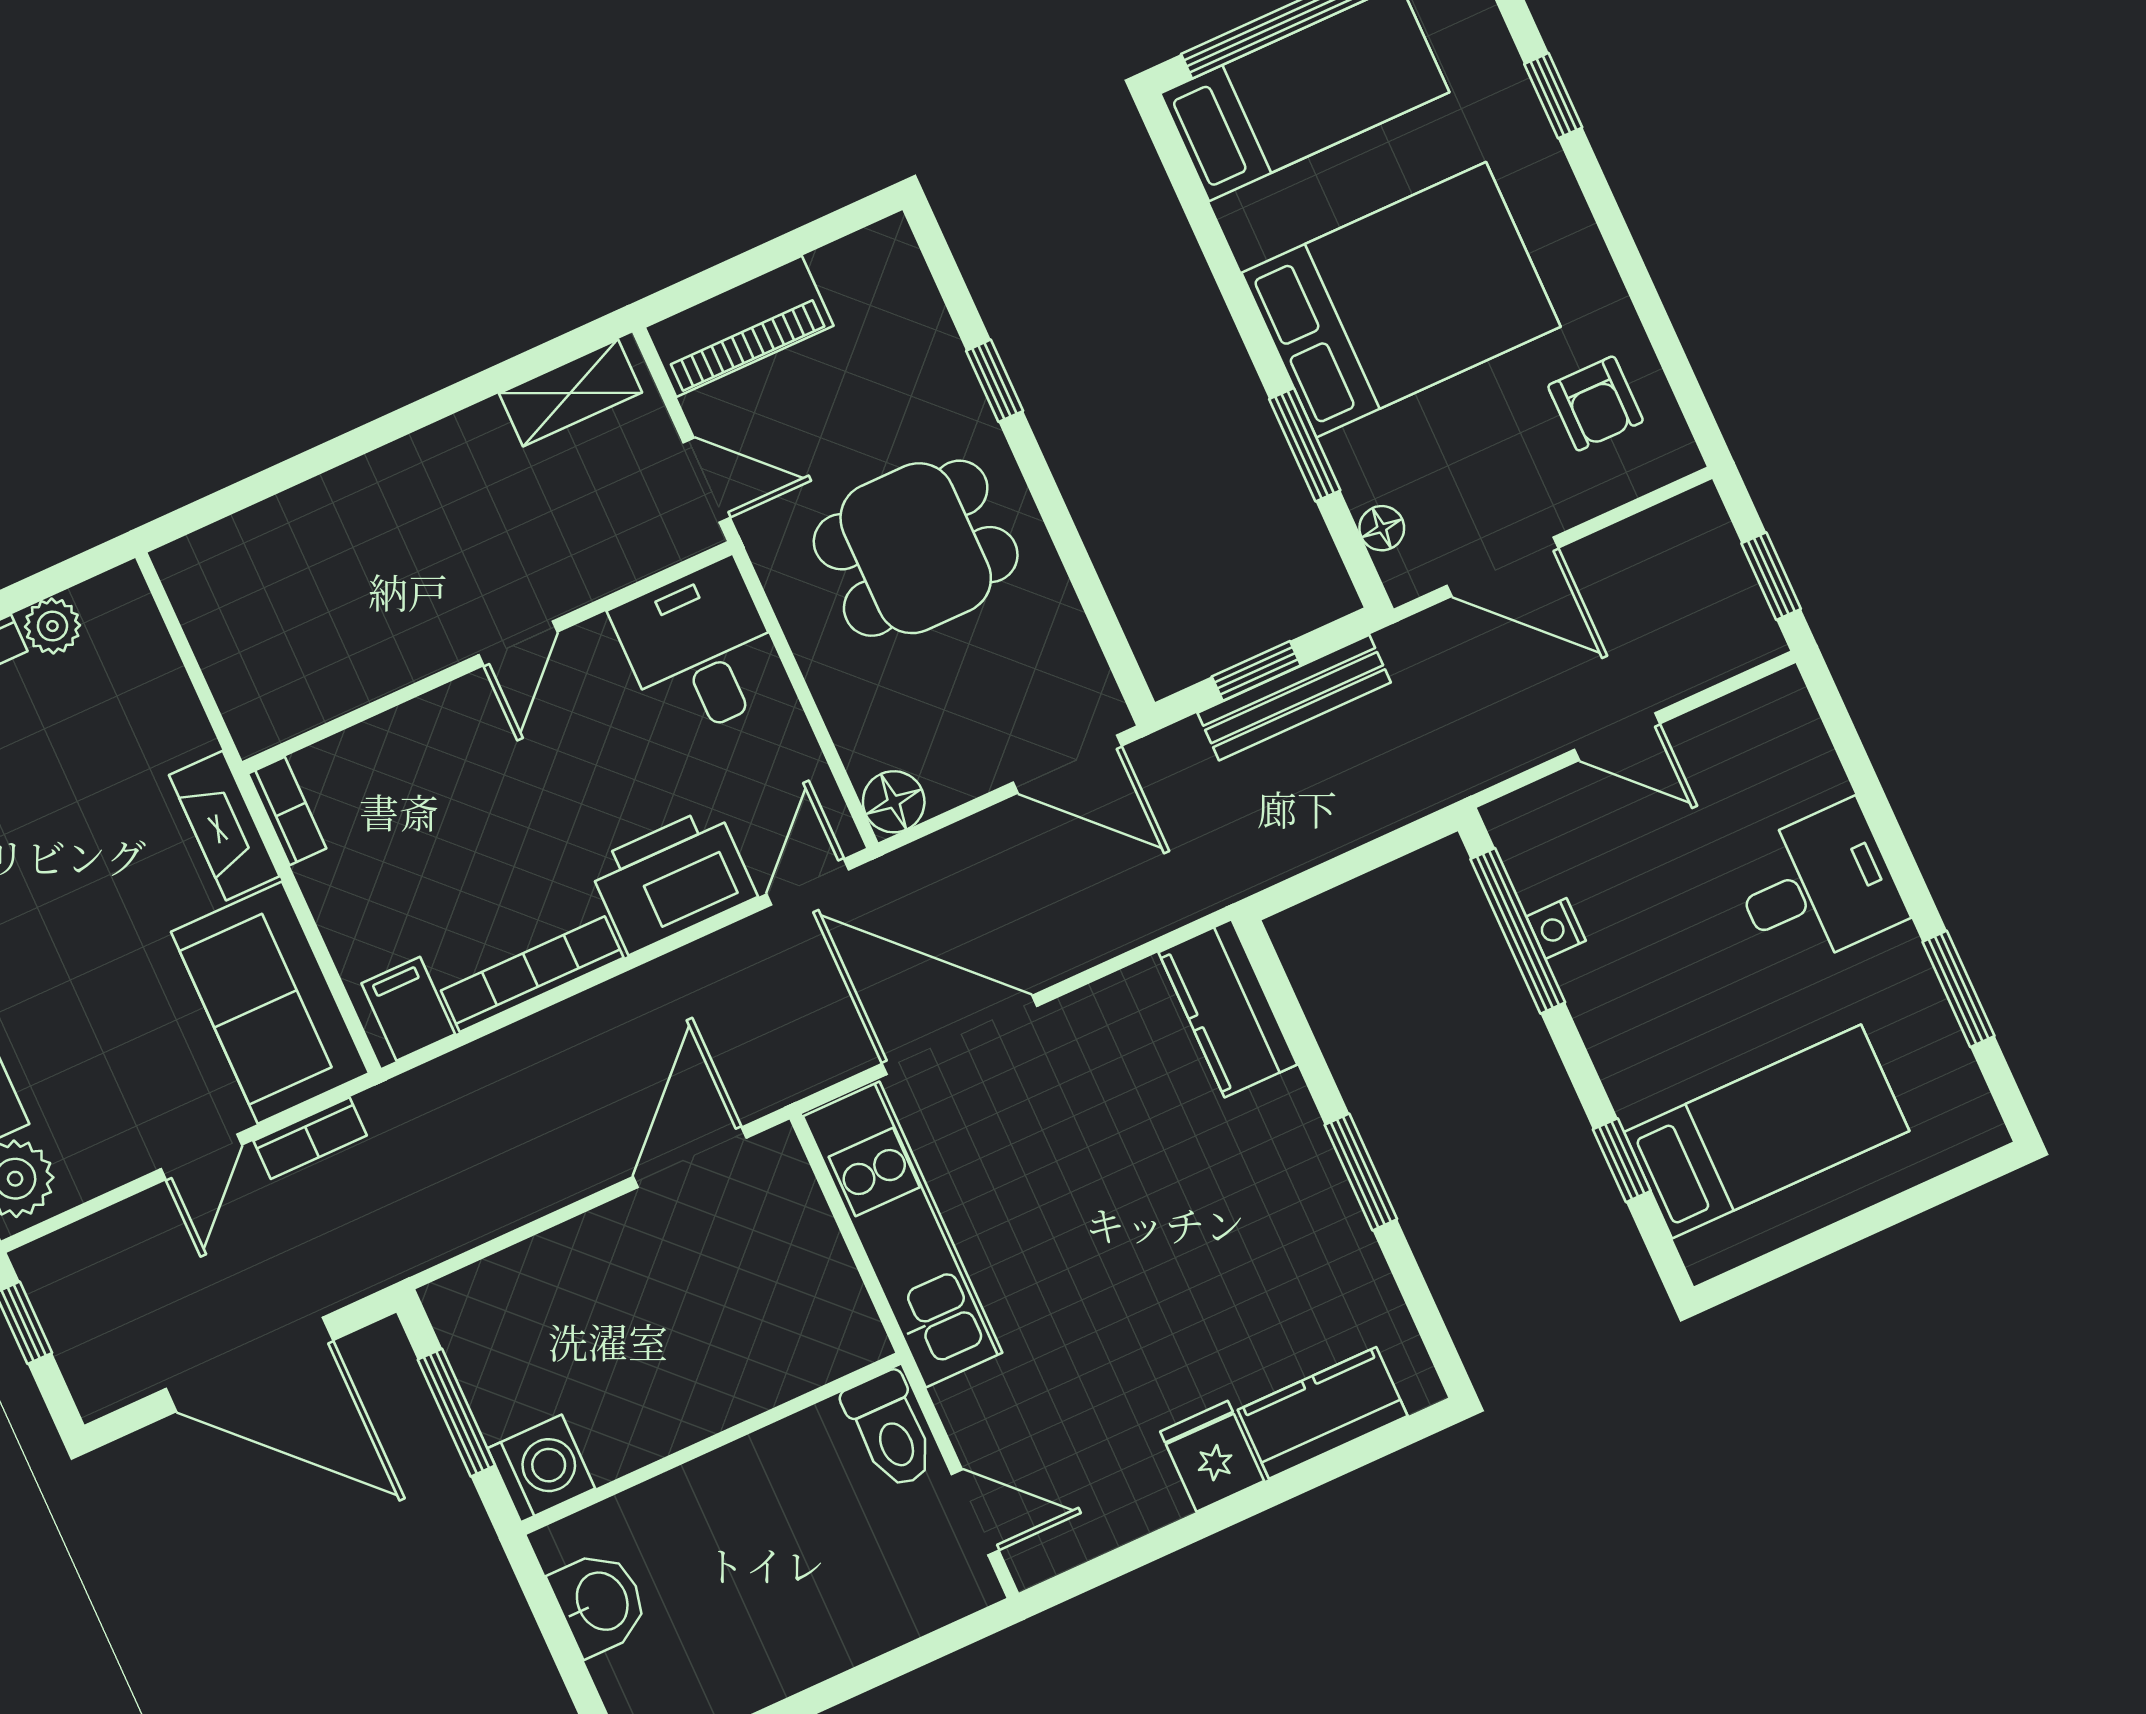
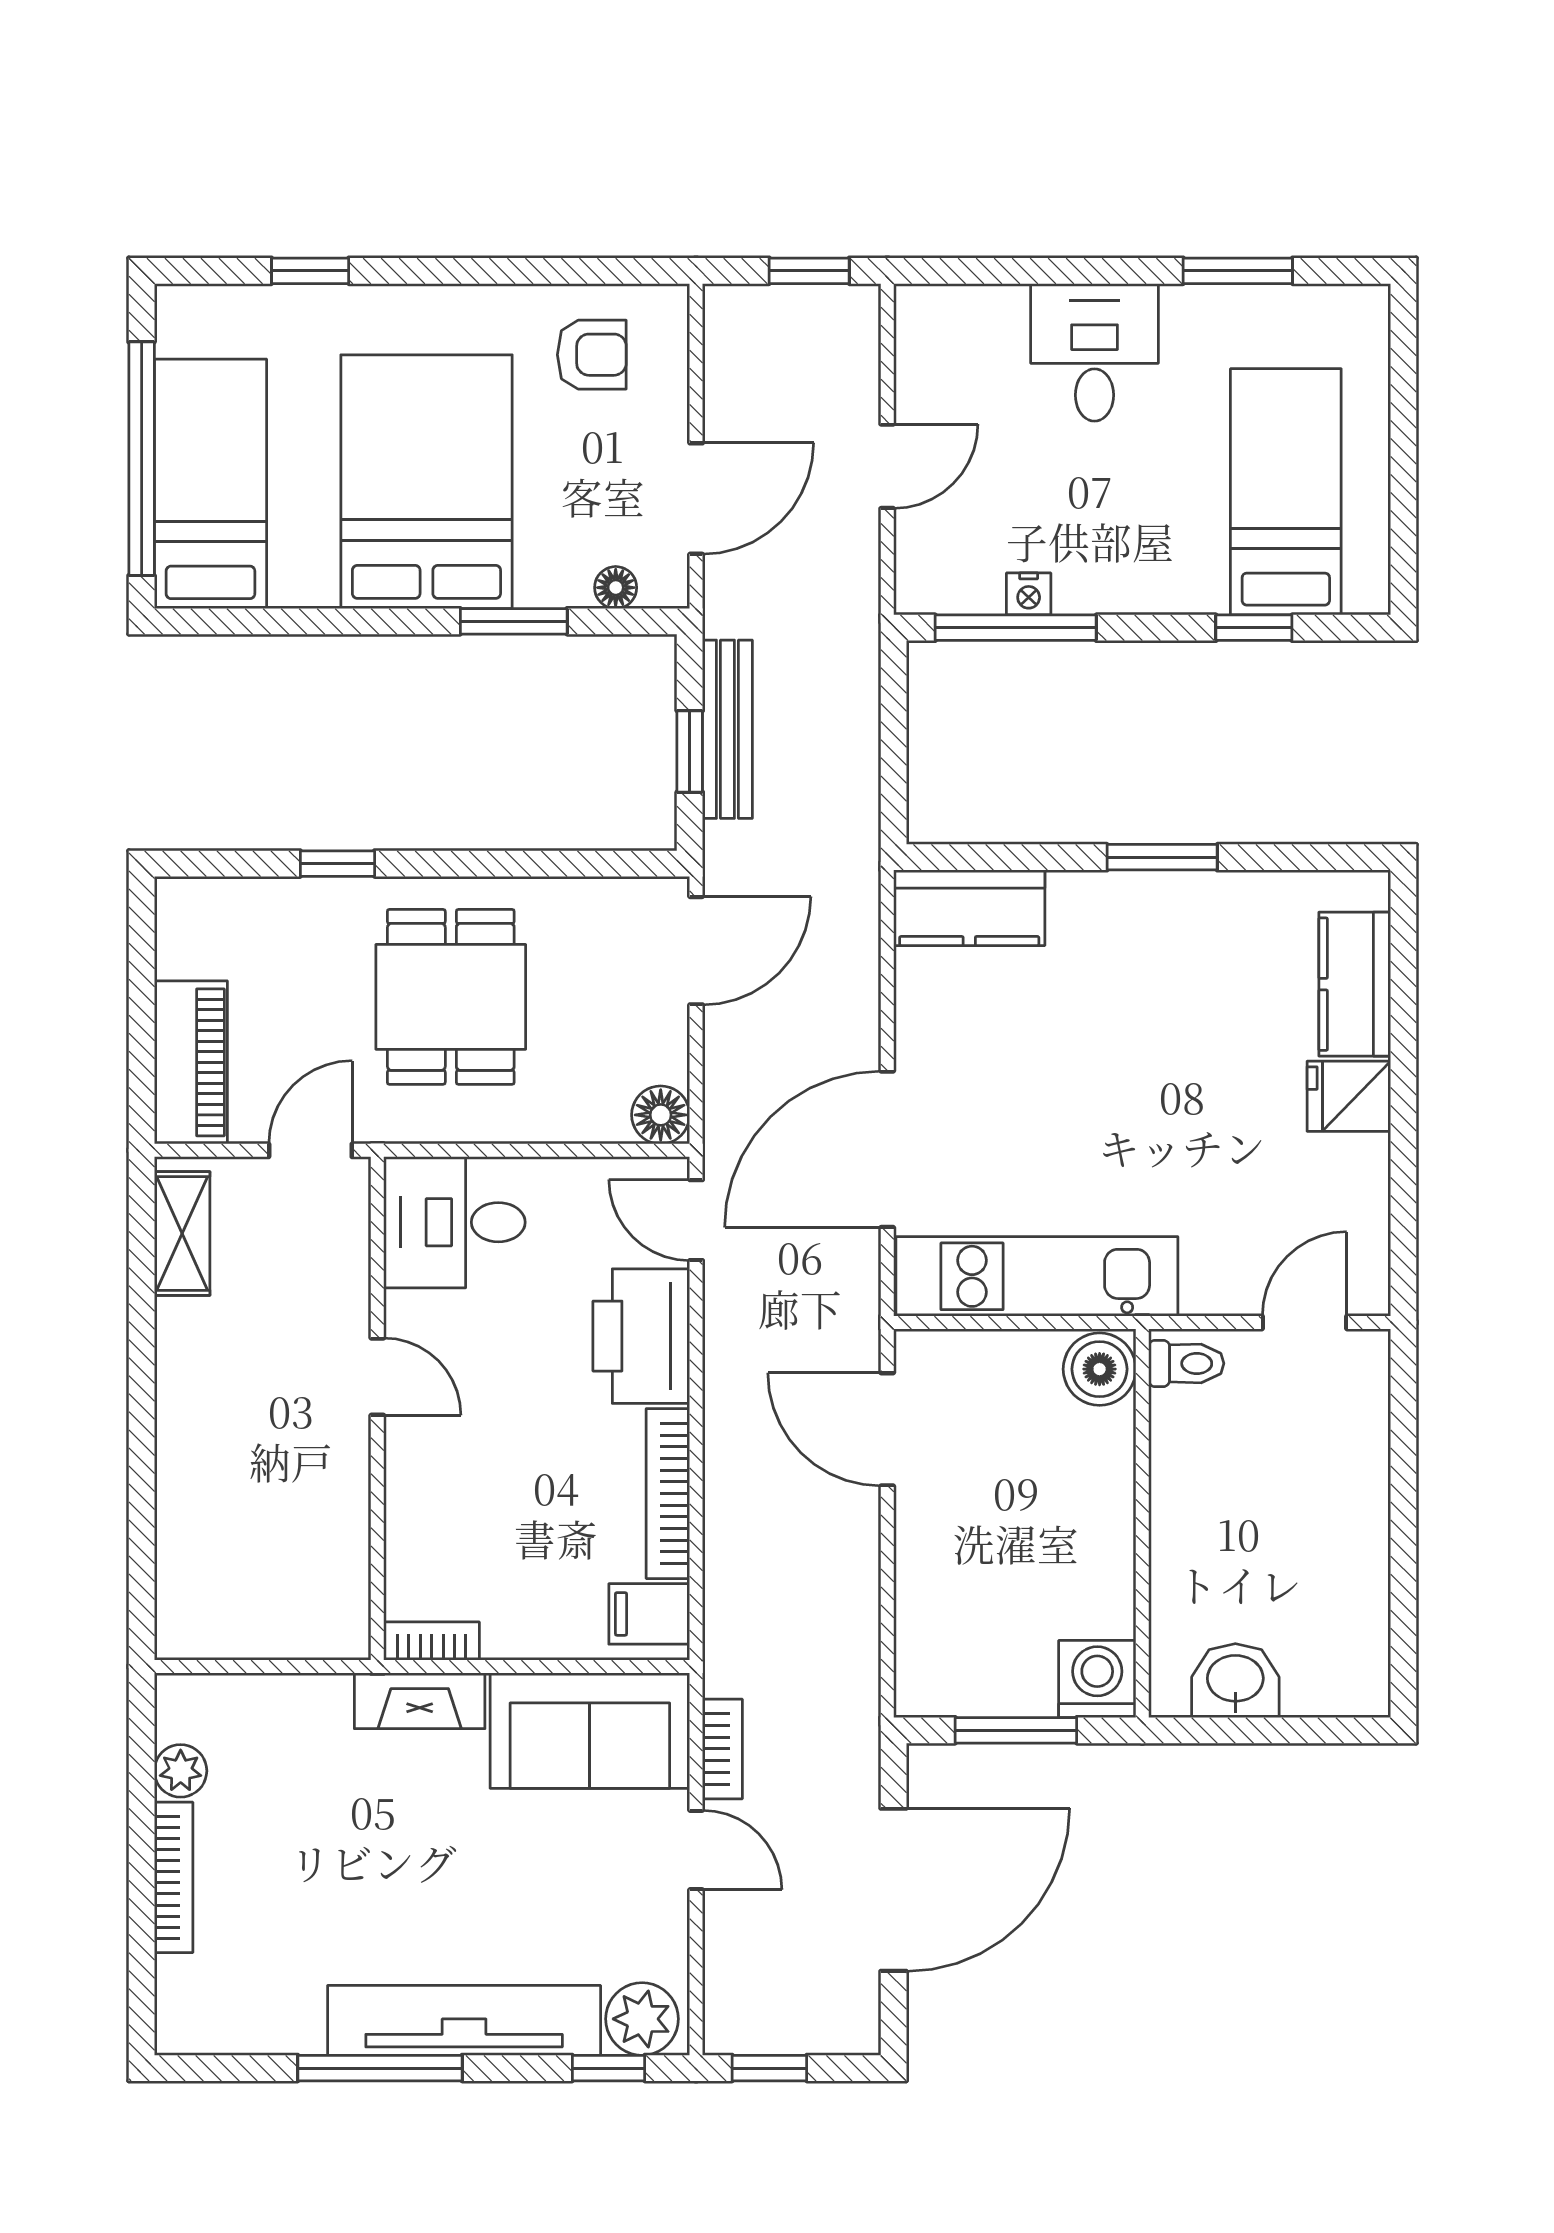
boiler: (841, 1335) -> (1100, 1369), added
toilet: (890, 1430) -> (1186, 1363), width x0.73, depth x0.72

